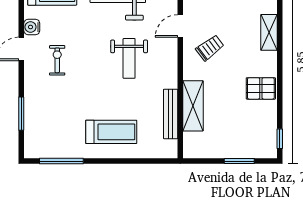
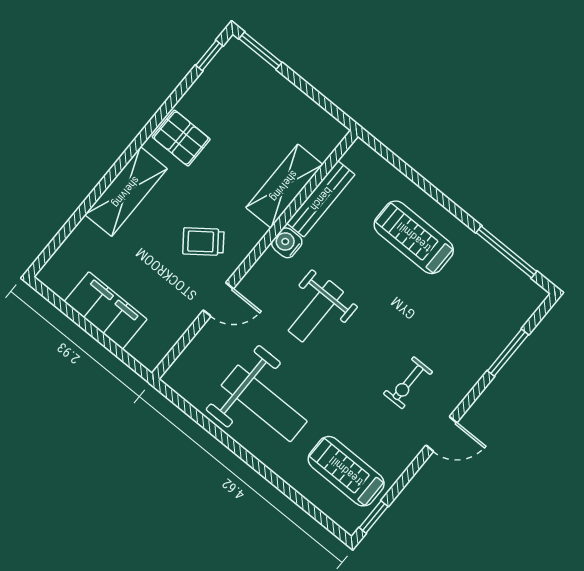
water cooler: (32, 27) -> (287, 243), moved, turned 180
shelving: (269, 32) -> (126, 192), width x1.50, depth x1.33
weight bench: (129, 58) -> (316, 311), turned 180
window: (239, 161) -> (260, 51), moved

